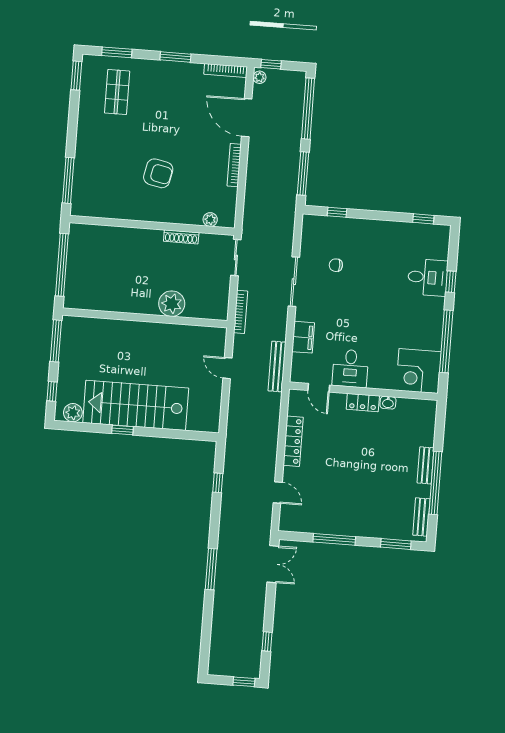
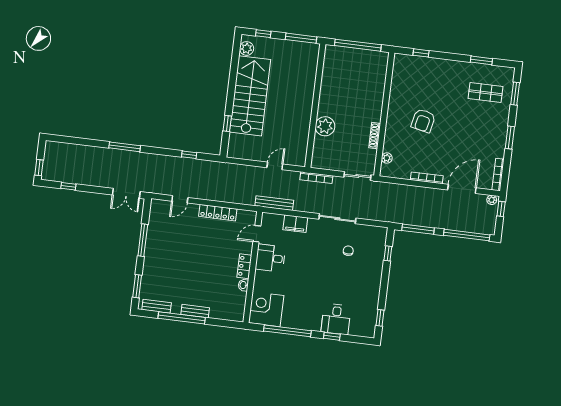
window: (76, 76) -> (481, 60), moved
window: (68, 180) -> (421, 53), width x0.46
window: (123, 430) -> (227, 123), moved

